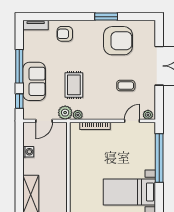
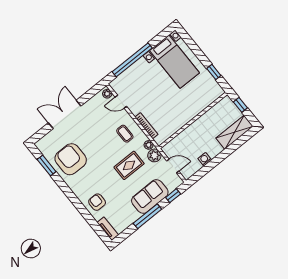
window: (106, 17) -> (47, 166), moved
armchair: (65, 34) -> (97, 202), turned 180
coffee table: (126, 86) -> (125, 134), moved

